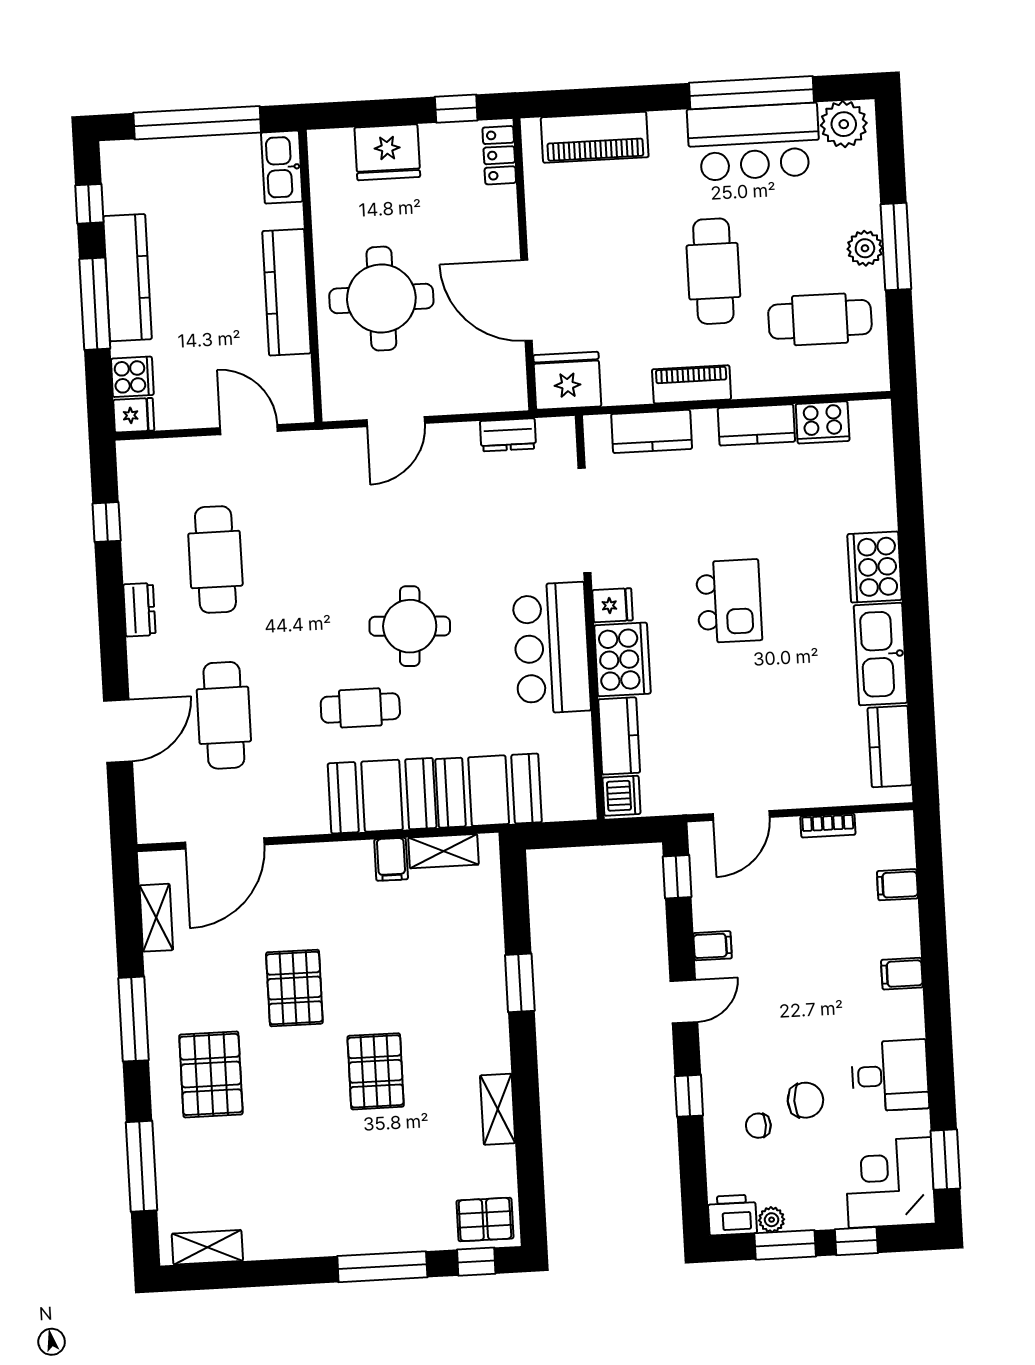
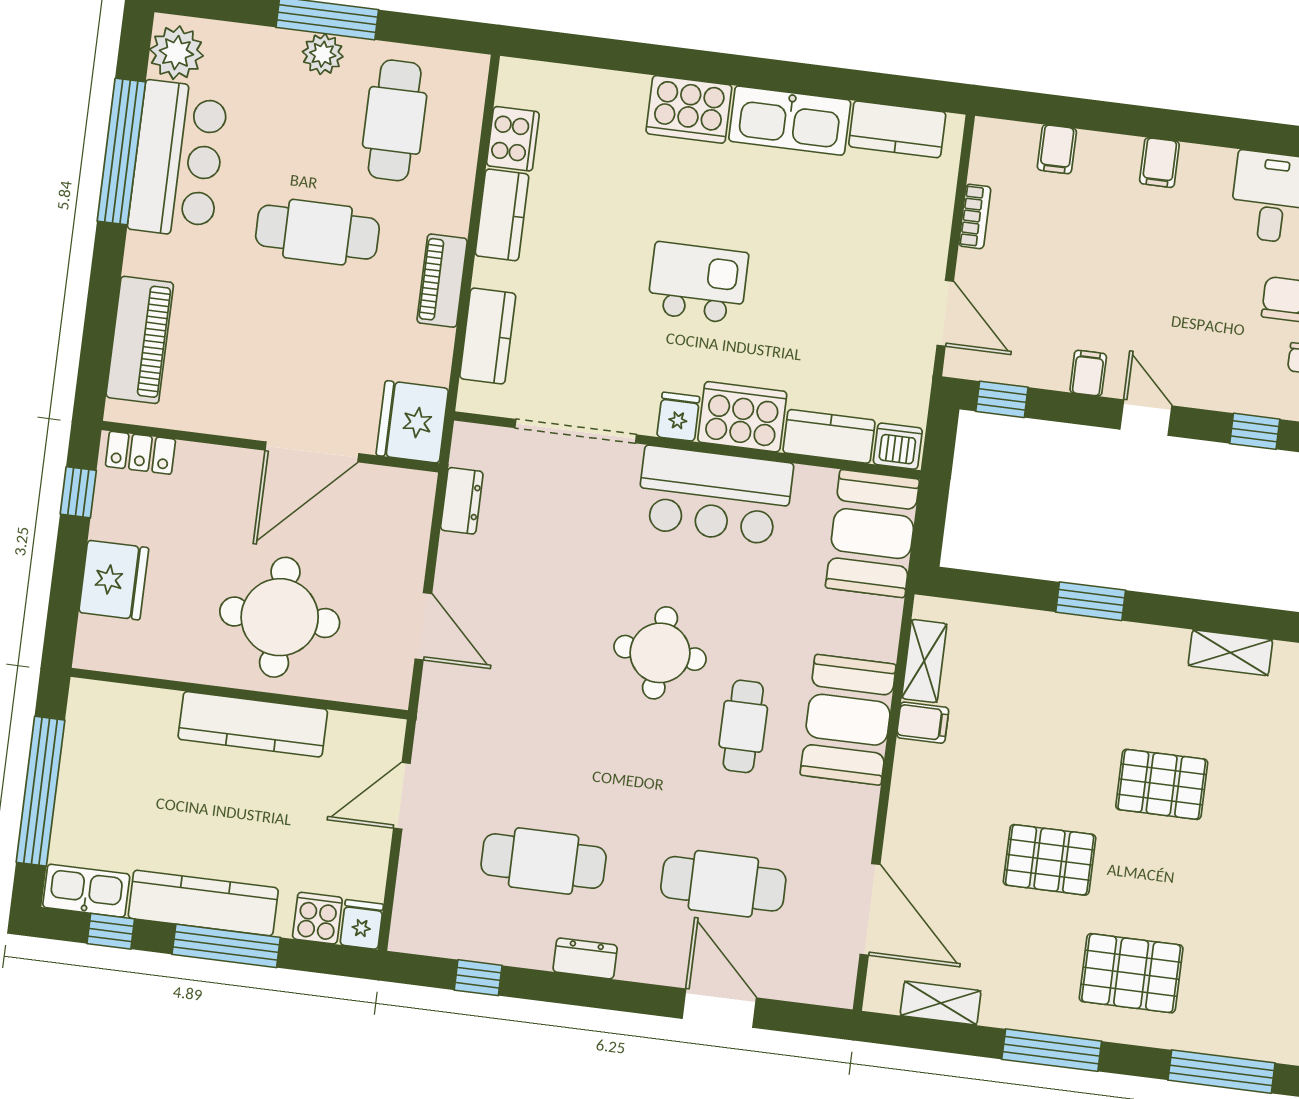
kitchen sink: (282, 167) -> (86, 891), moved, turned 180
booth: (489, 791) -> (872, 534), moved

